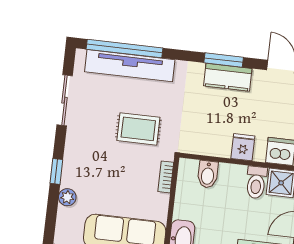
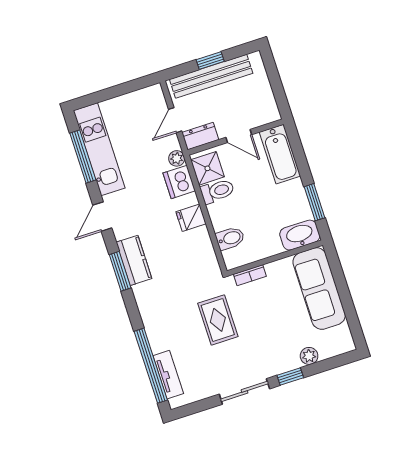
tv unit: (130, 66) -> (168, 375), width x0.52, depth x0.78
sliding door: (65, 100) -> (244, 391), moved

